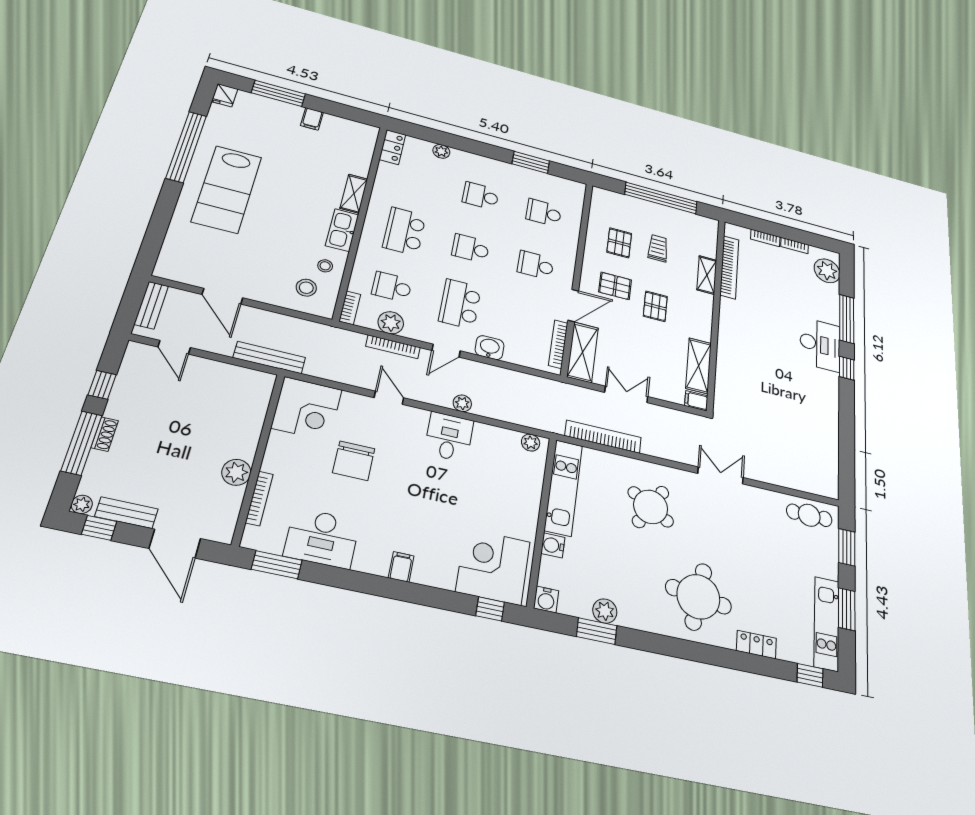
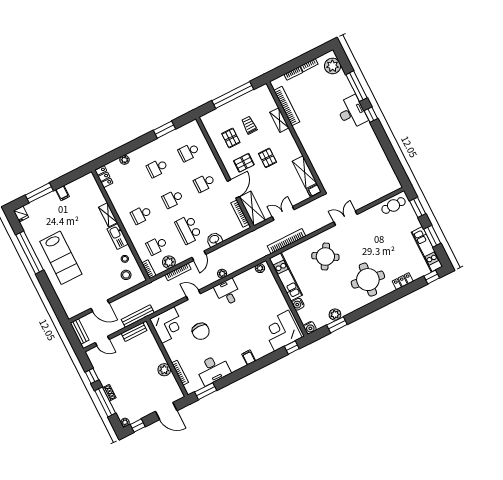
school desk: (404, 231) -> (141, 215), width x0.54
bench: (126, 513) -> (134, 332), moved

